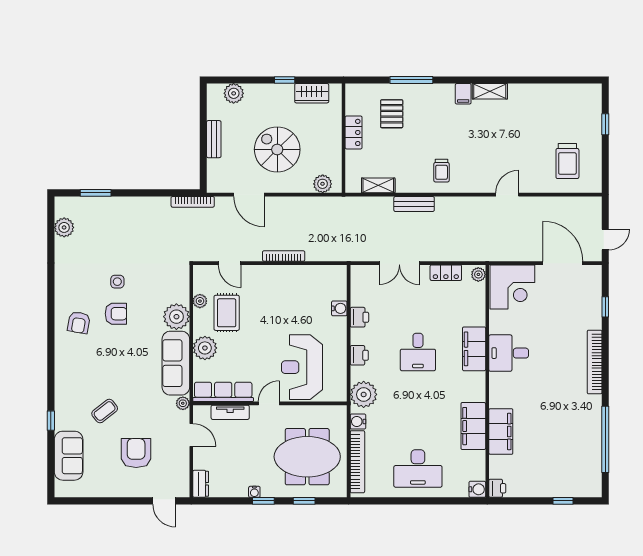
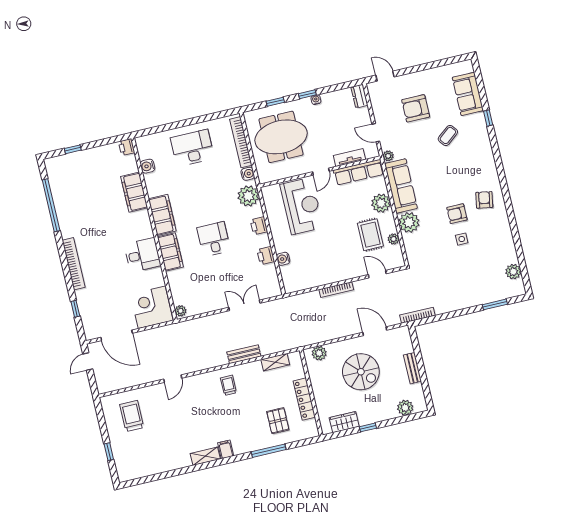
locker: (354, 132) -> (304, 399), width x1.53
locker: (446, 273) -> (206, 306), removed
filing cabinet: (473, 426) -> (162, 215), moved
armchair: (136, 453) -> (416, 108), turned 90
water cooler: (477, 489) -> (148, 166), moved

